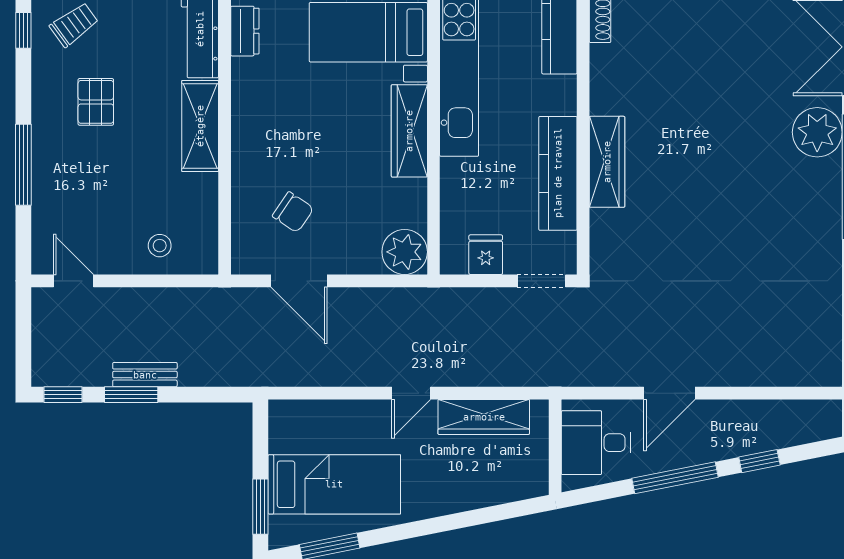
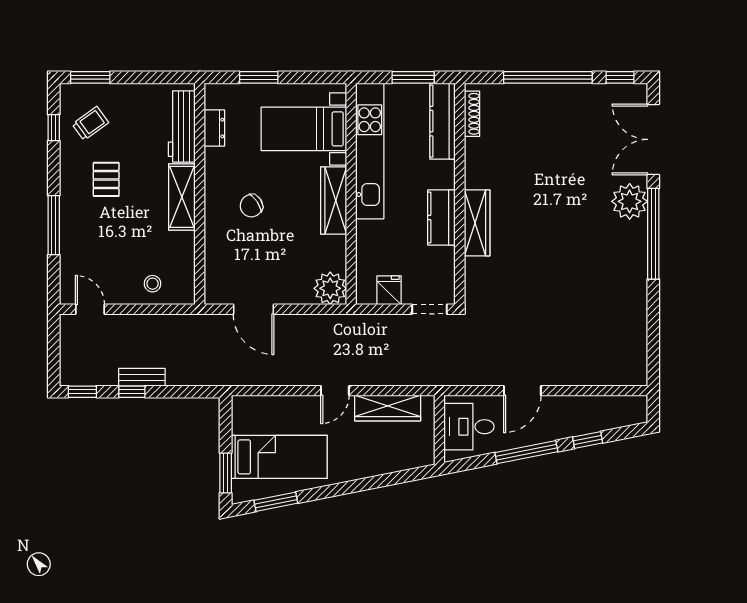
kitchen counter: (558, 173) -> (441, 218), width x0.67
chair: (293, 212) -> (251, 206), moved, turned 113
window: (131, 395) -> (132, 392), width x0.67

